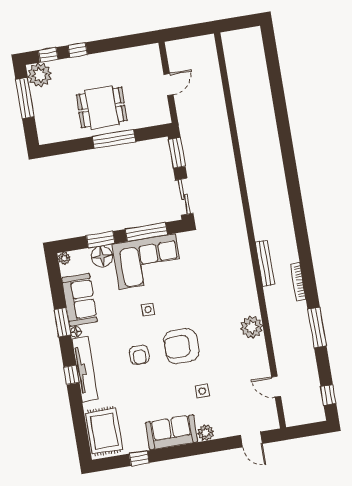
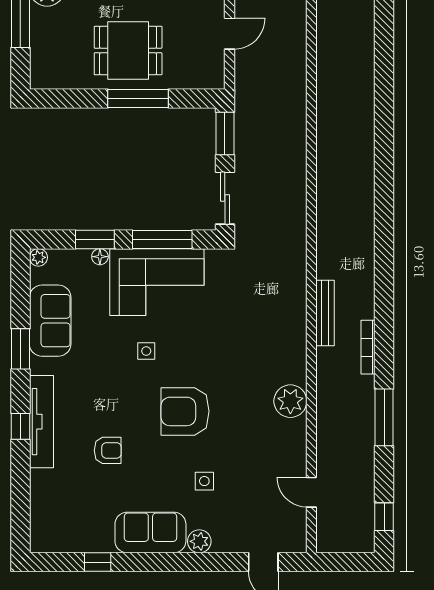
floor lamp: (102, 256) -> (100, 257), width x0.53, depth x0.53
floor lamp: (76, 332) -> (37, 366), removed
armchair: (139, 355) -> (108, 450), moved, turned -90
rug: (104, 431) -> (54, 515), removed

